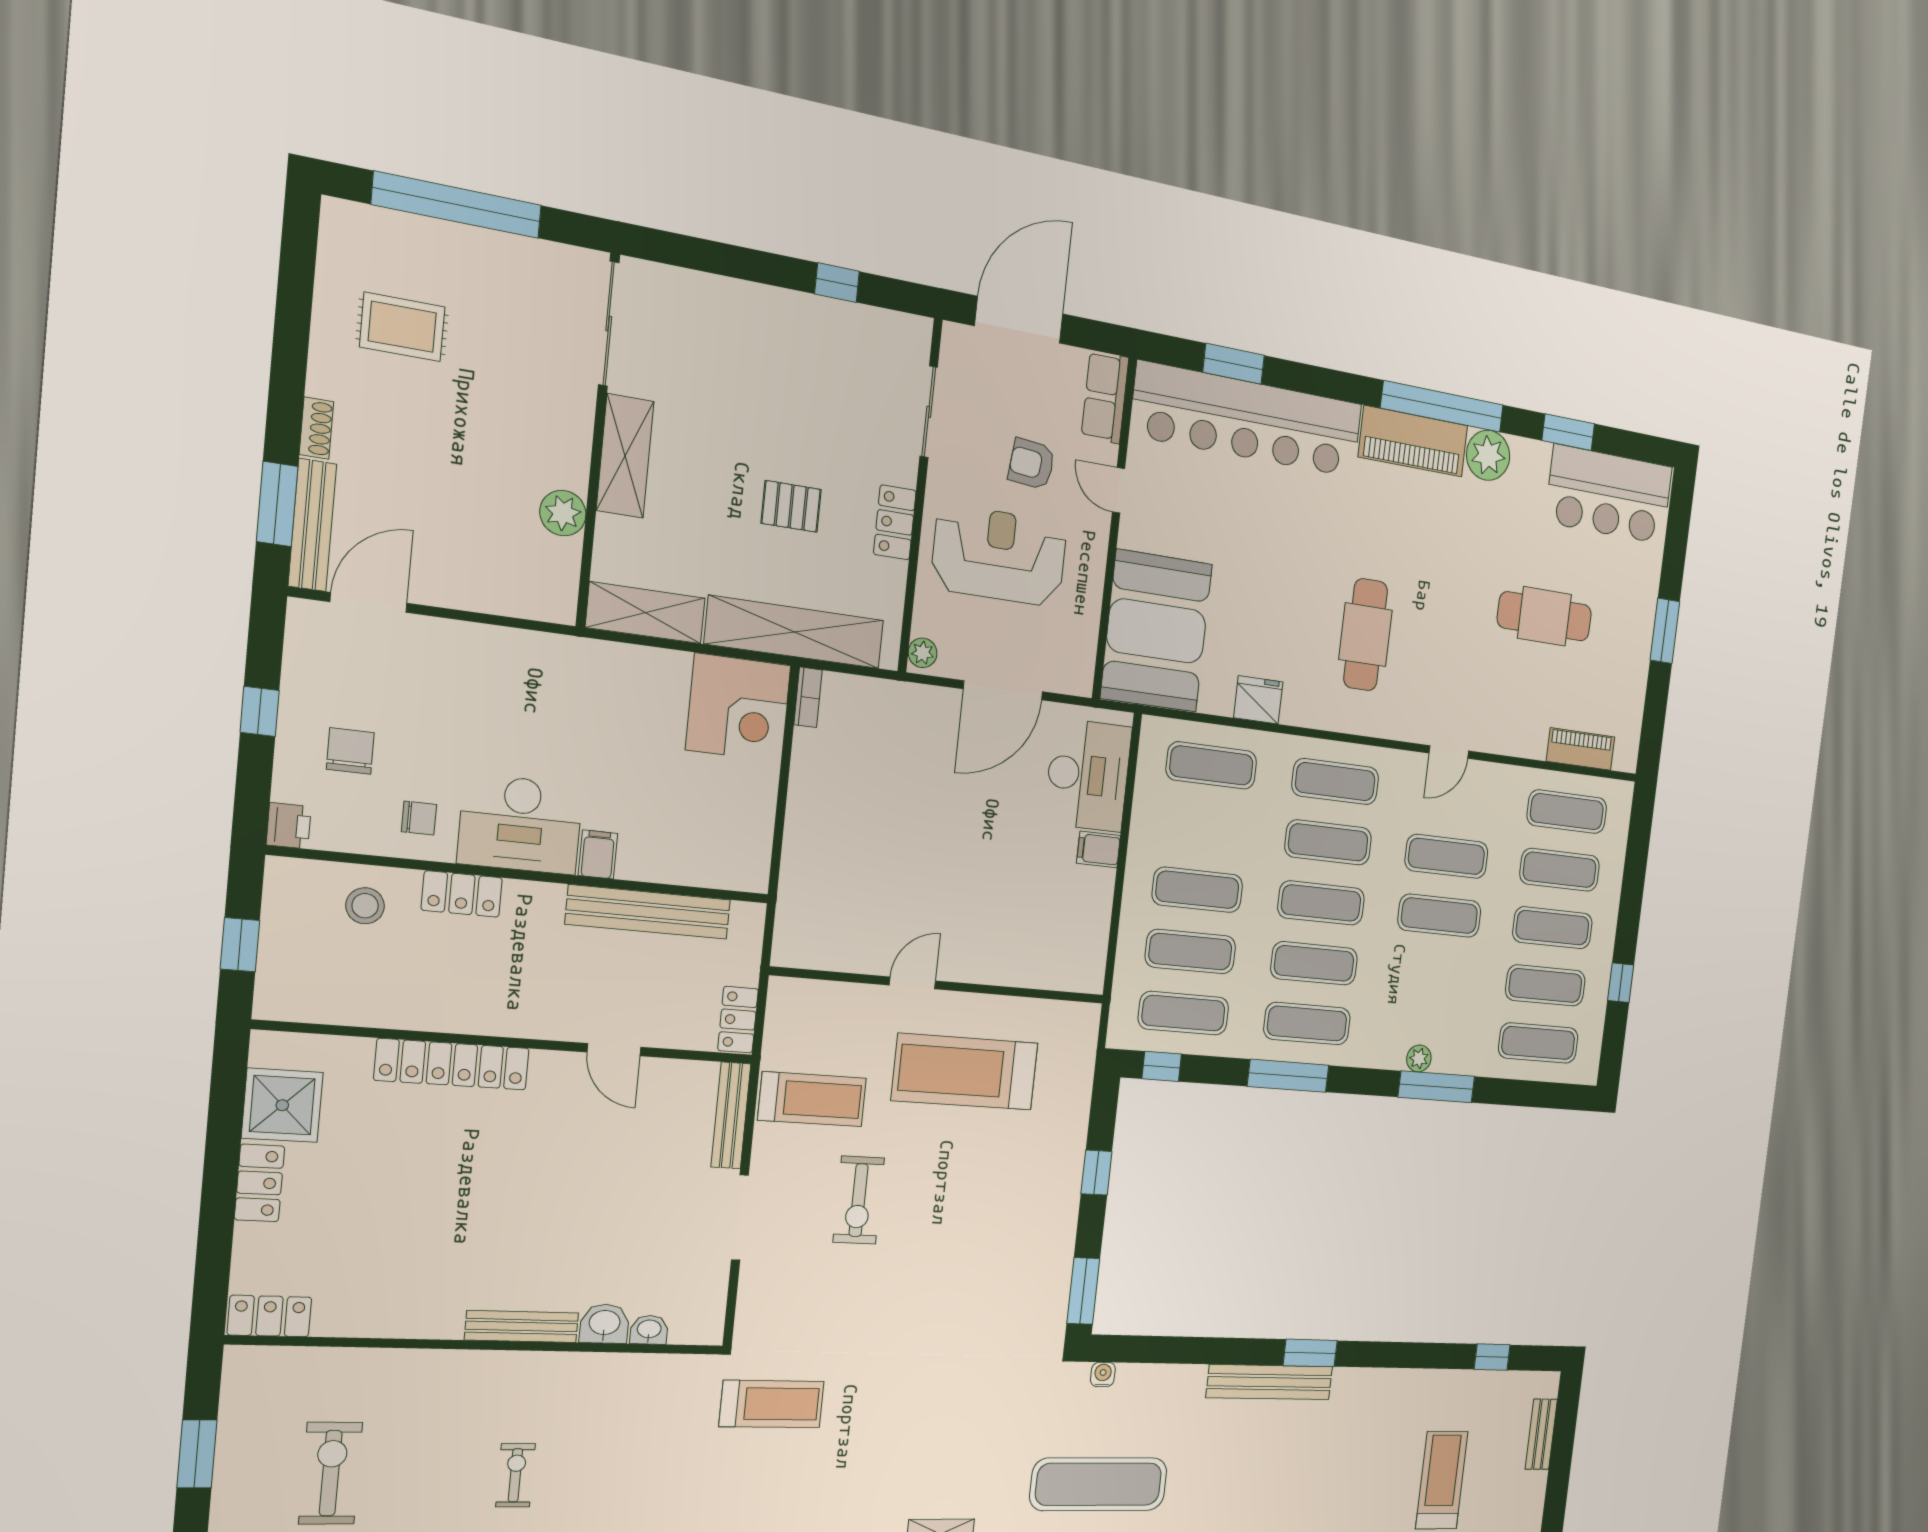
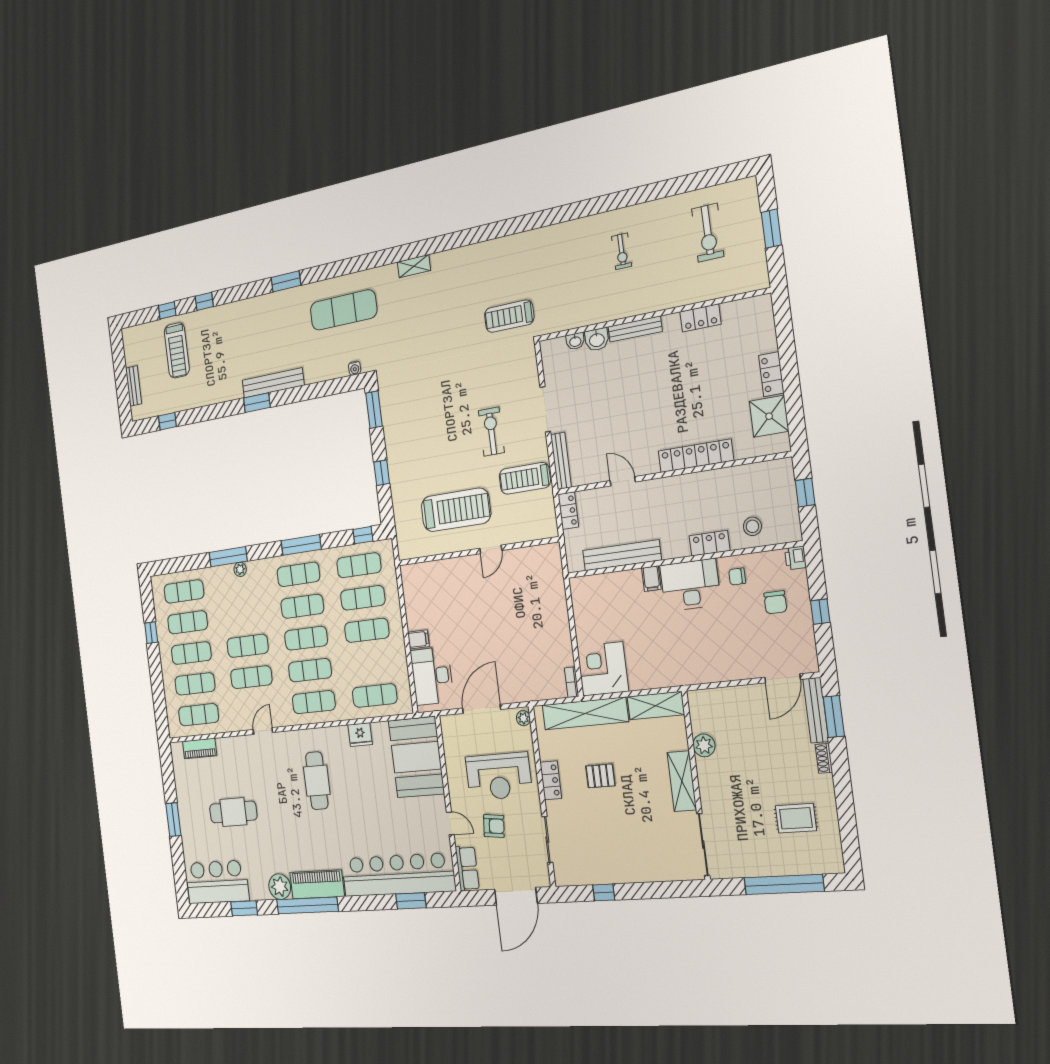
locker: (269, 1316) -> (700, 318), moved

